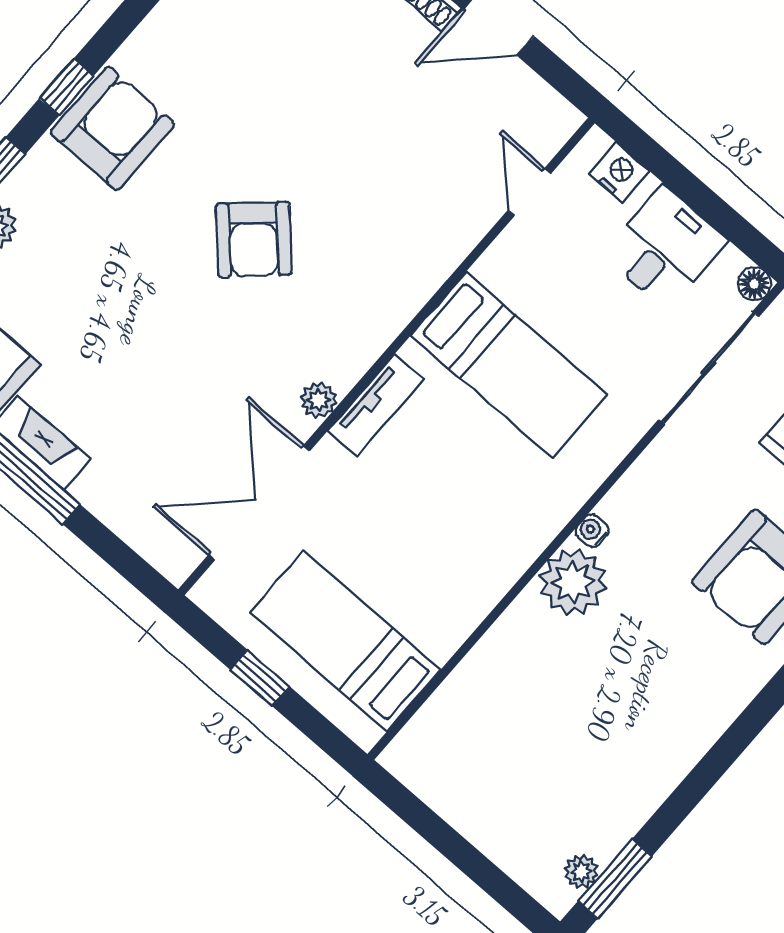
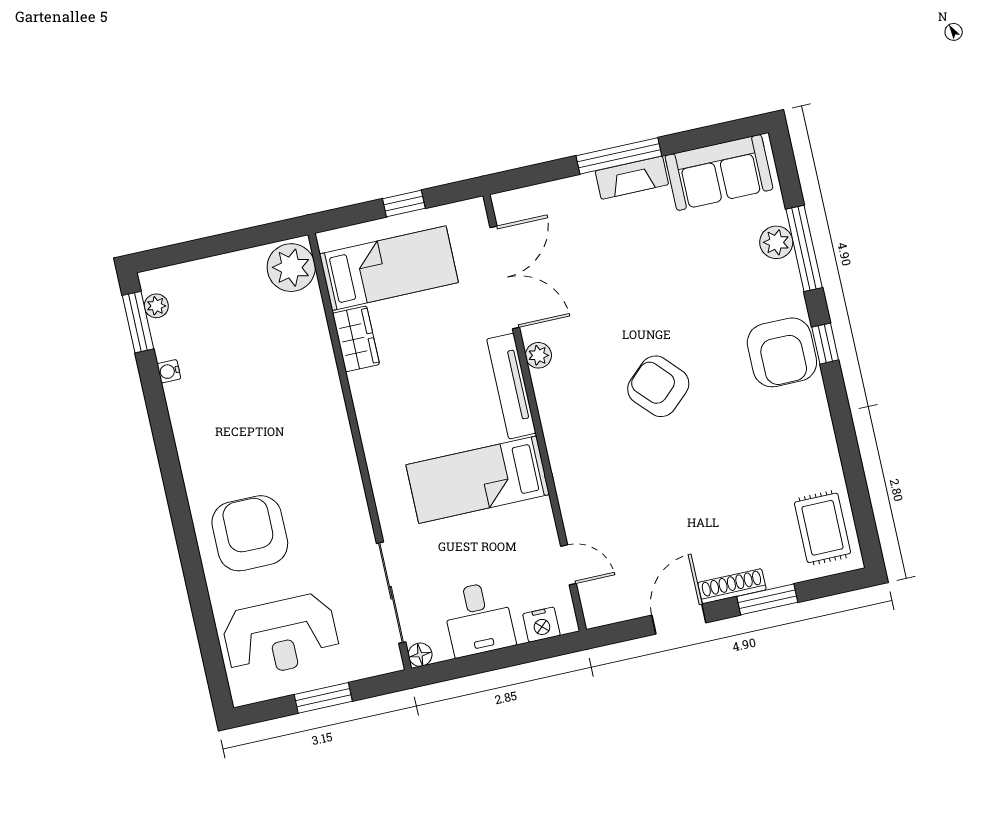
tv unit: (376, 405) -> (511, 386), width x1.41
water cooler: (592, 531) -> (169, 371), moved, turned 180
plant: (573, 582) -> (291, 268), moved
wardrobe: (452, 619) -> (356, 339), added

